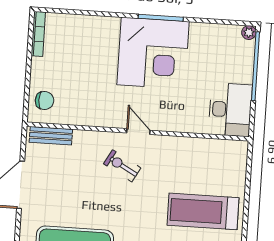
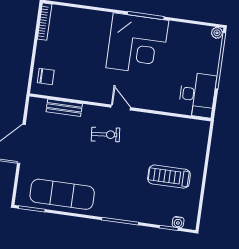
bench: (51, 136) -> (64, 108), moved
exercise bike: (122, 166) -> (106, 134), turned 145
treadmill: (203, 211) -> (169, 177), width x0.73, depth x0.73

